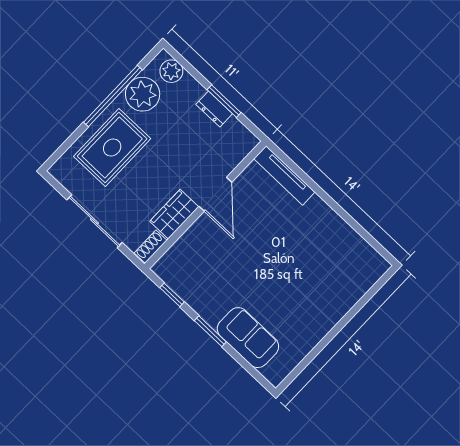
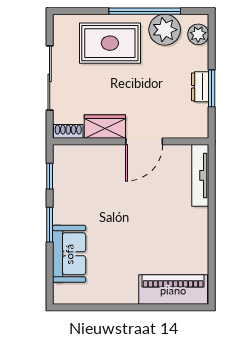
piano: (354, 282) -> (173, 290), added

